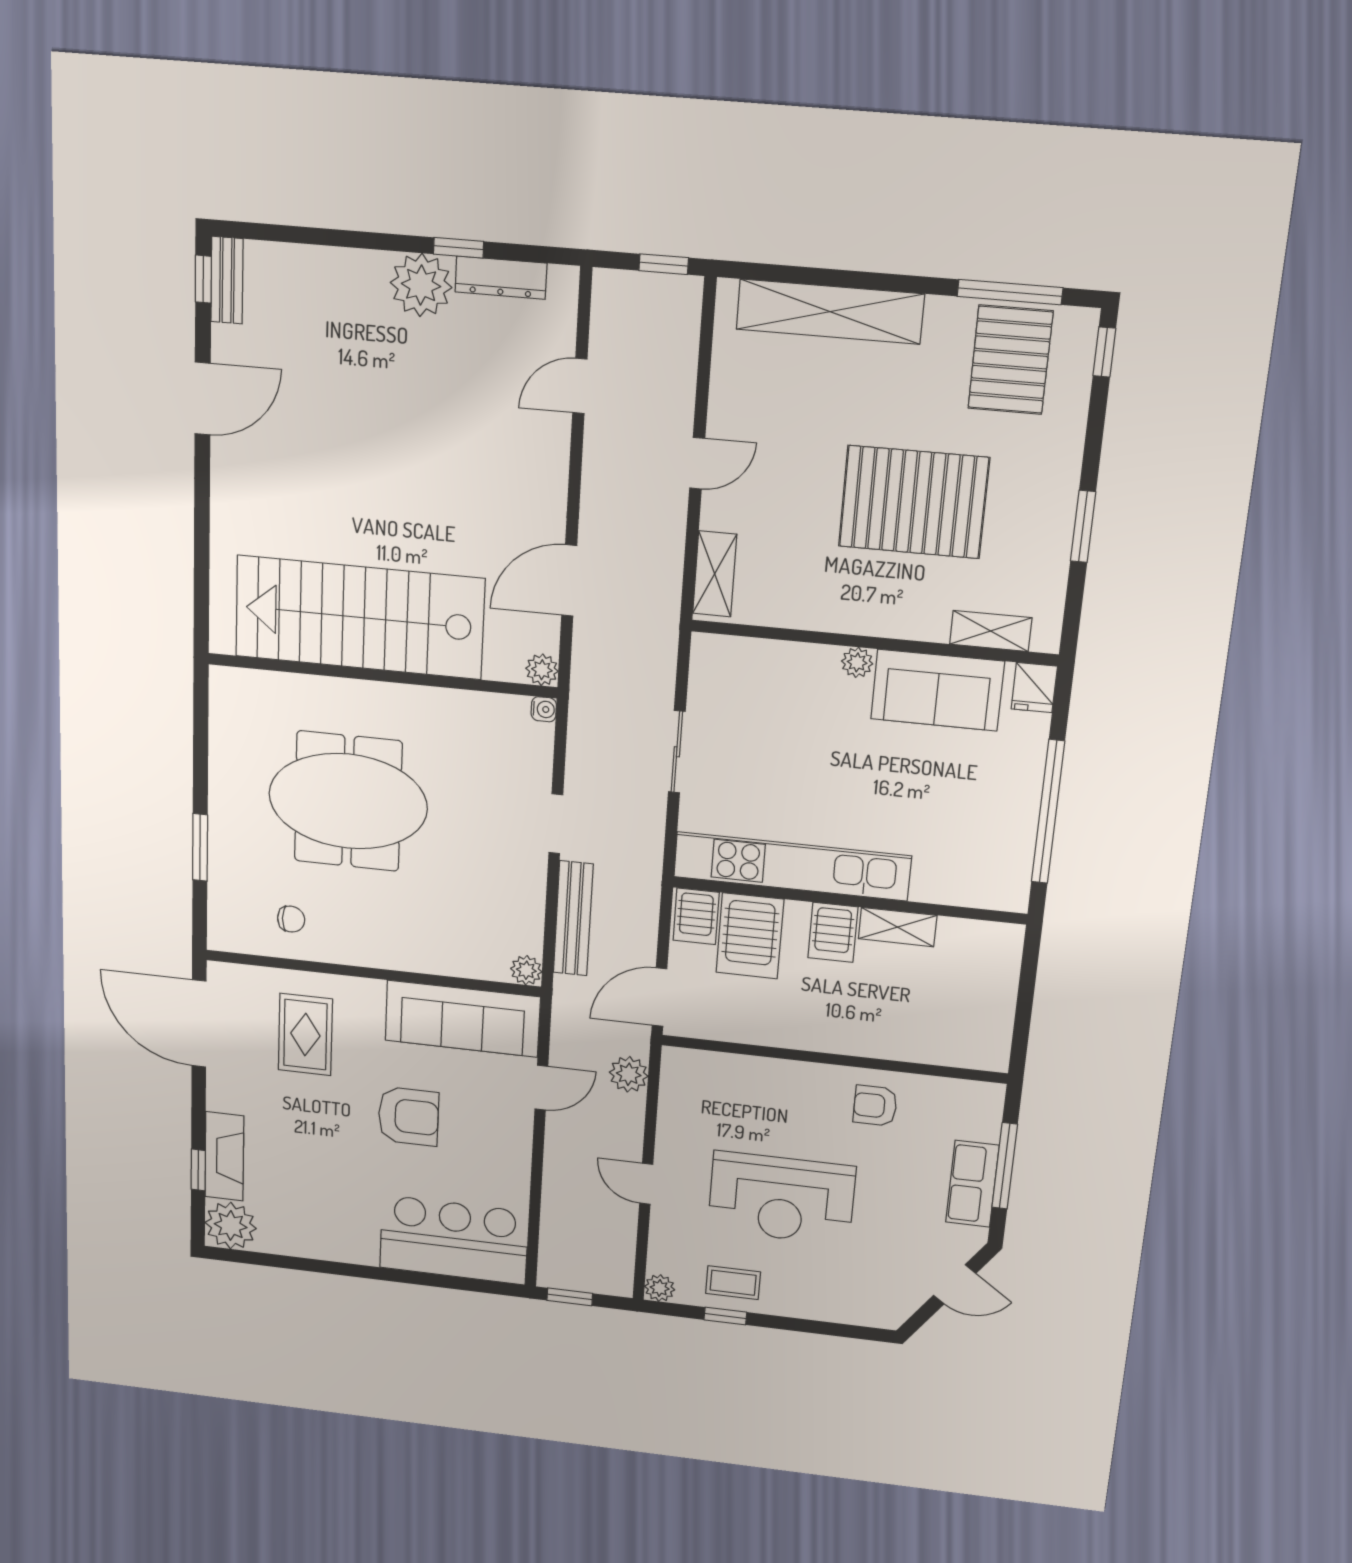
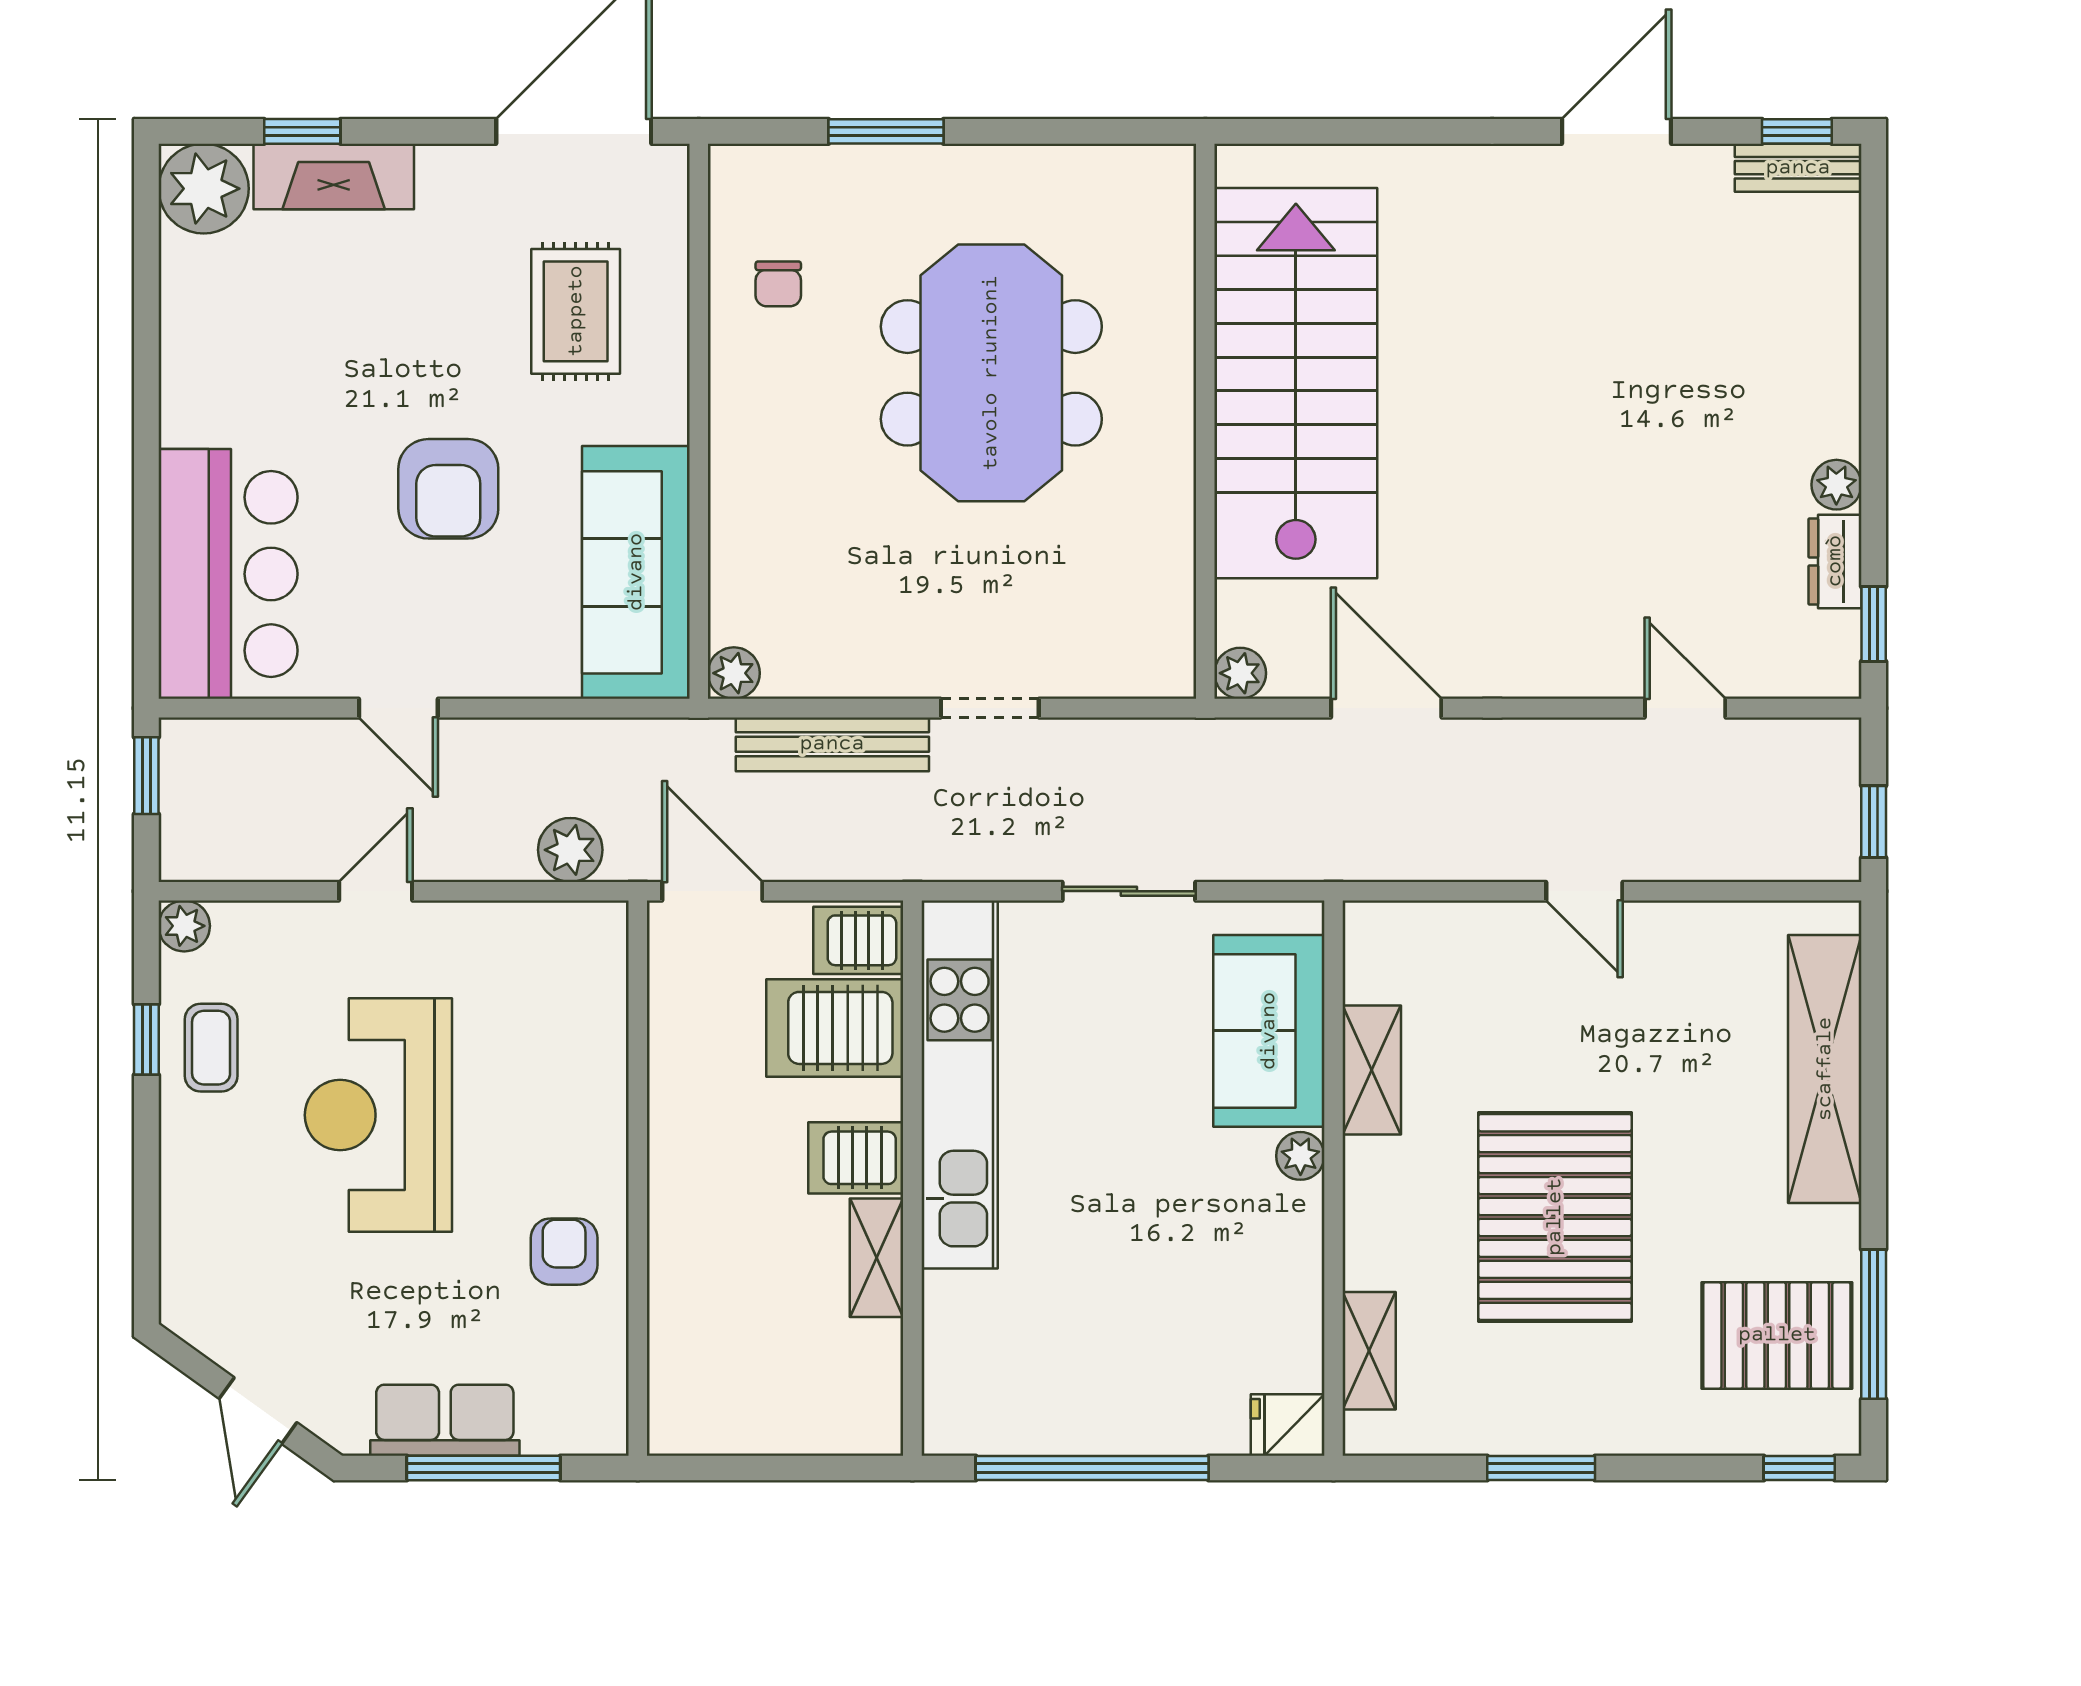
window: (459, 248) -> (1874, 624), moved
dresser: (501, 278) -> (1835, 561), width x0.70
plant: (421, 285) -> (1836, 485), width x0.53, depth x0.53
door: (203, 399) -> (1617, 131), swing flipped
shelving: (715, 574) -> (1372, 1070), moved, turned 90
sofa: (937, 690) -> (1269, 1031), moved
water cooler: (544, 709) -> (1177, 679), removed
rug: (305, 1035) -> (576, 311), turned 90
door: (541, 1088) -> (398, 708), moved

